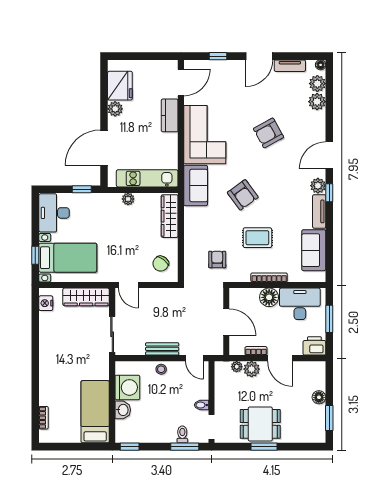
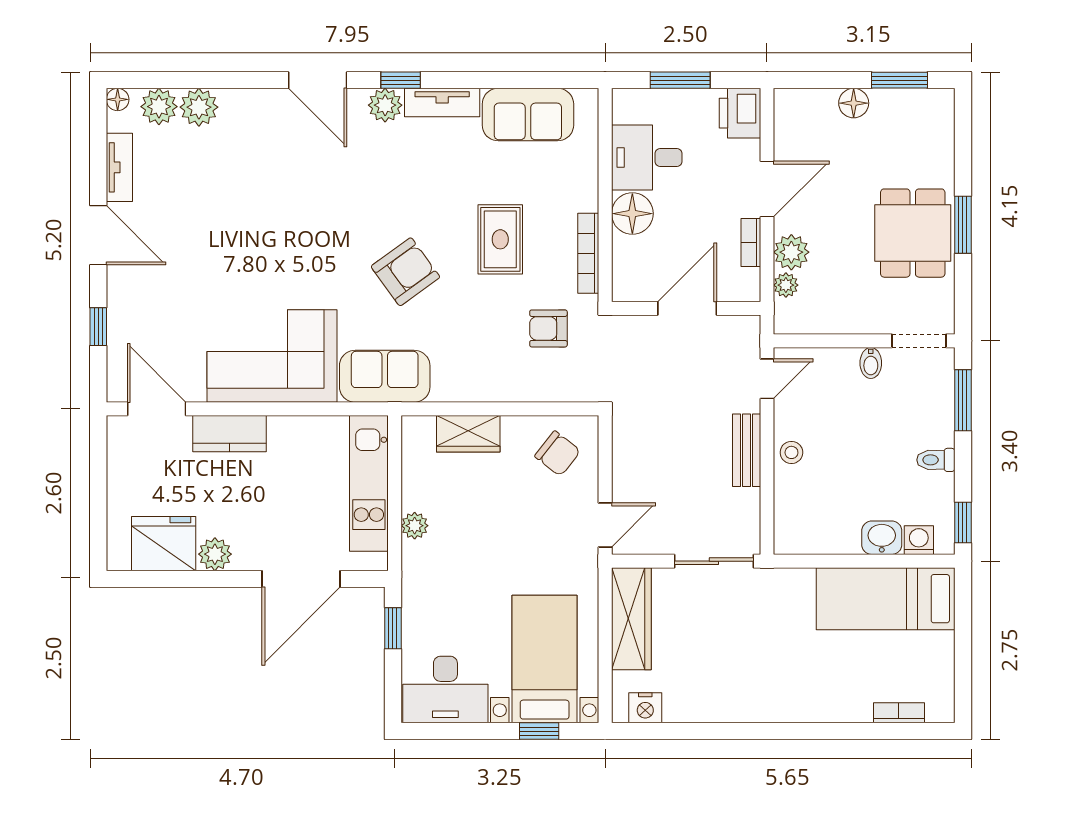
armchair: (269, 133) -> (268, 215), removed
door: (104, 148) -> (301, 579), hinge flipped
wardrobe: (170, 216) -> (468, 434), width x0.67
bookcase: (269, 277) -> (588, 253), moved
desk: (300, 304) -> (647, 157), width x0.73
washing machine: (127, 387) -> (919, 540), moved, width x0.53, depth x0.53
toilet: (182, 434) -> (936, 460), moved

